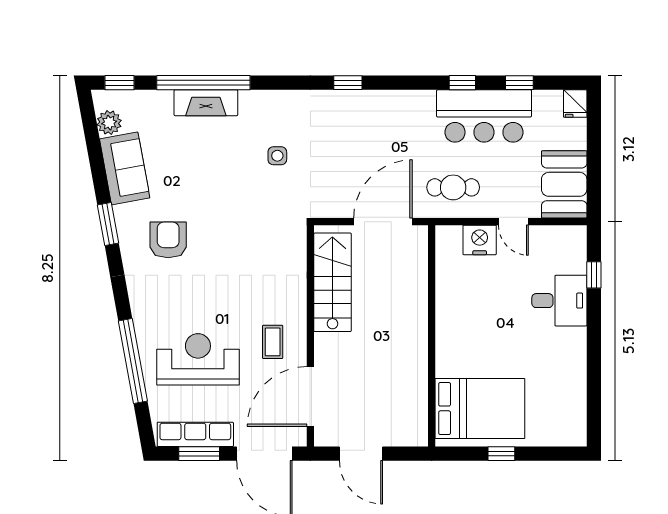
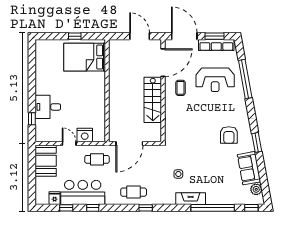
fireplace: (206, 103) -> (191, 199), moved
fridge: (575, 104) -> (55, 198), moved
cafe table: (374, 117) -> (134, 192), added
stairs: (332, 282) -> (153, 100), moved

